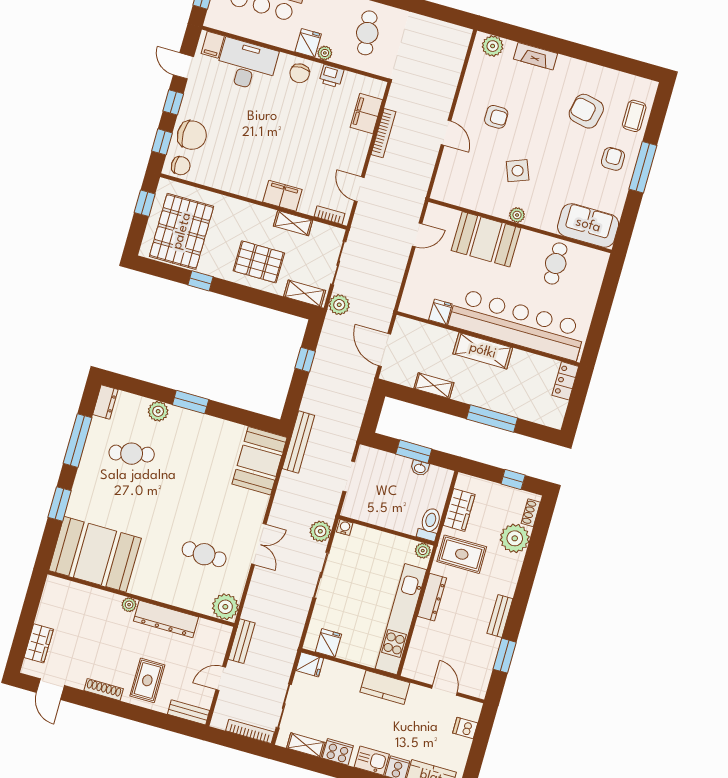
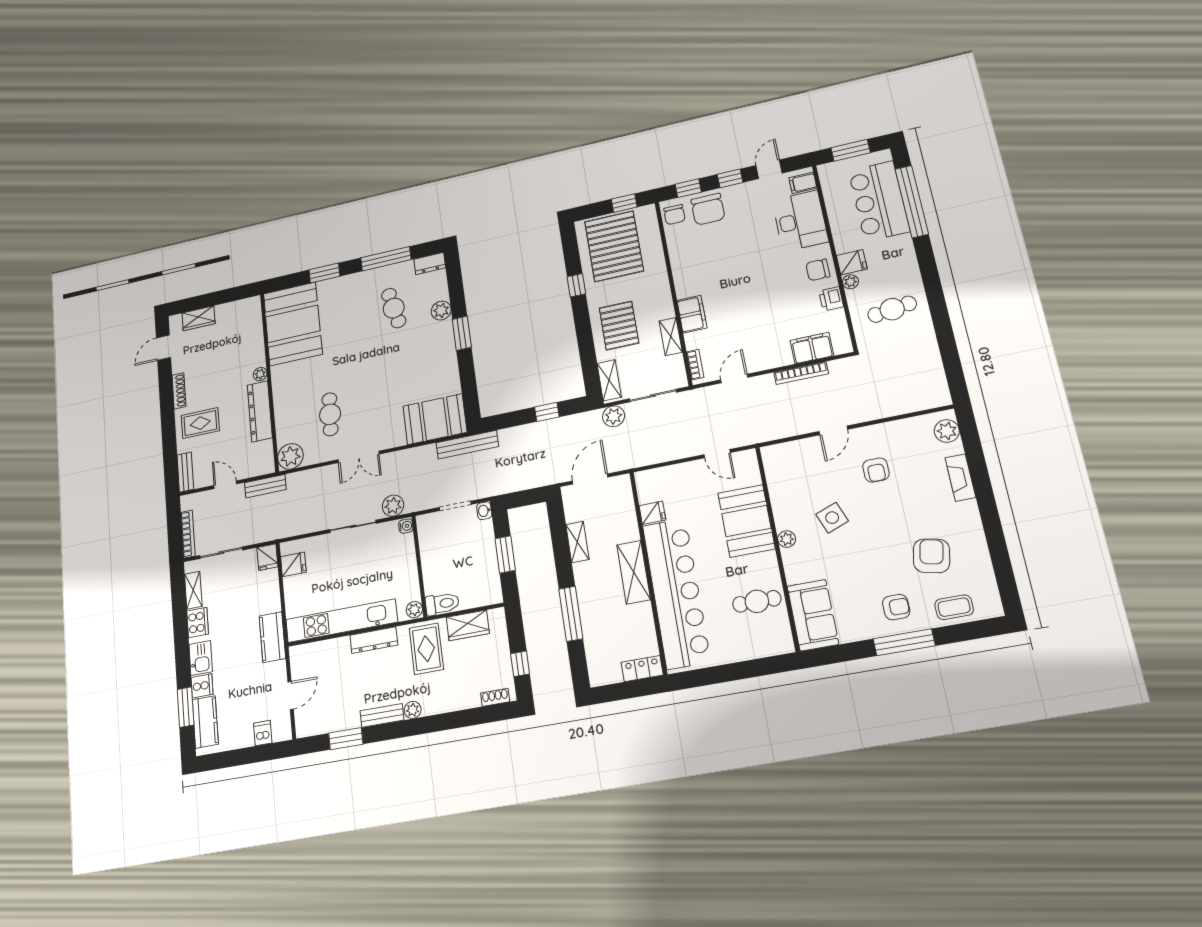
pallet: (182, 231) -> (614, 246), turned 90
washbasin: (420, 468) -> (484, 511), moved
plant: (515, 538) -> (413, 710), moved, width x0.53, depth x0.53

